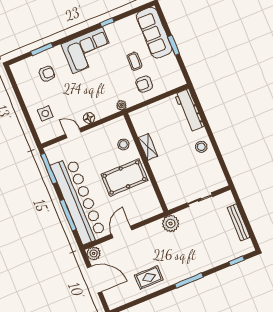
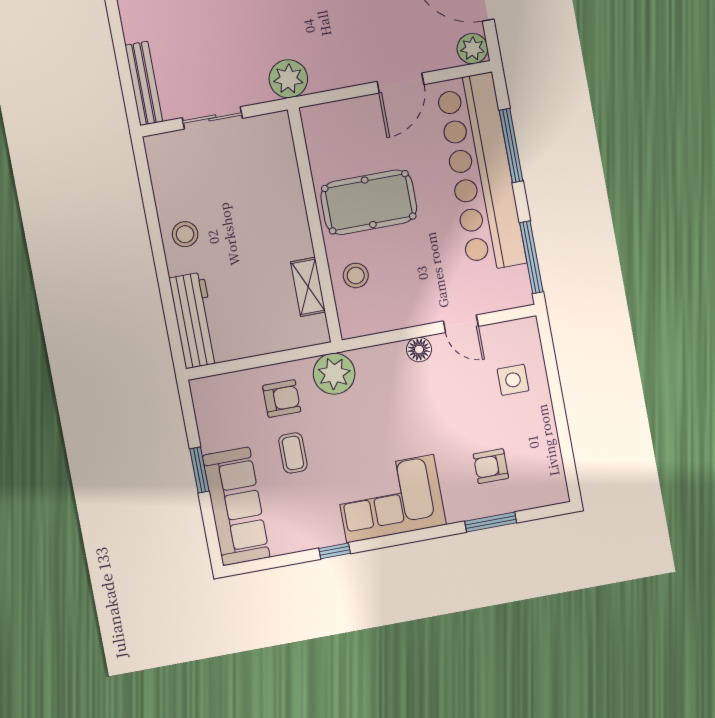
plant: (121, 105) -> (334, 374), width x1.87, depth x1.87
shelving: (148, 147) -> (308, 287), moved
bench: (238, 222) -> (144, 83), moved

